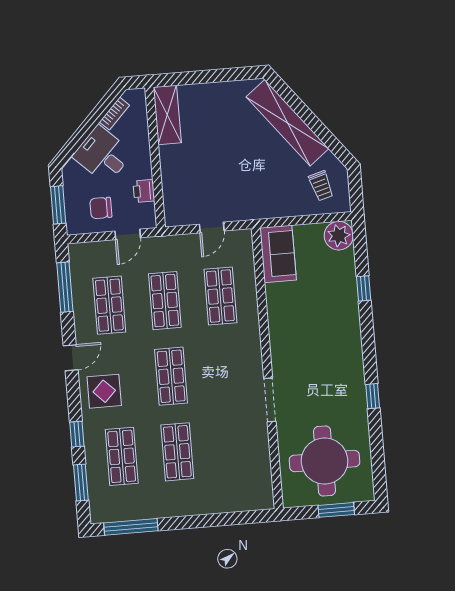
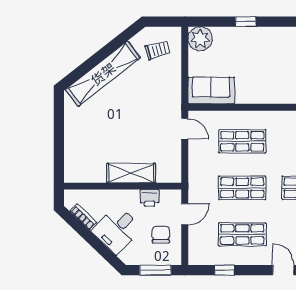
shelving: (167, 115) -> (131, 173), moved
chair: (101, 208) -> (161, 235), turned 180
door: (212, 228) -> (185, 129), moved
door: (128, 234) -> (185, 214), hinge flipped
window: (65, 287) -> (224, 270), width x0.46

